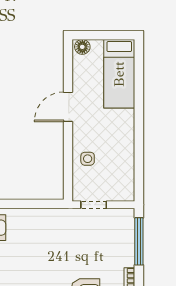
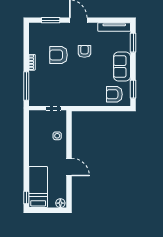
window: (139, 56) -> (26, 197), added
door: (68, 107) -> (69, 167), hinge flipped

